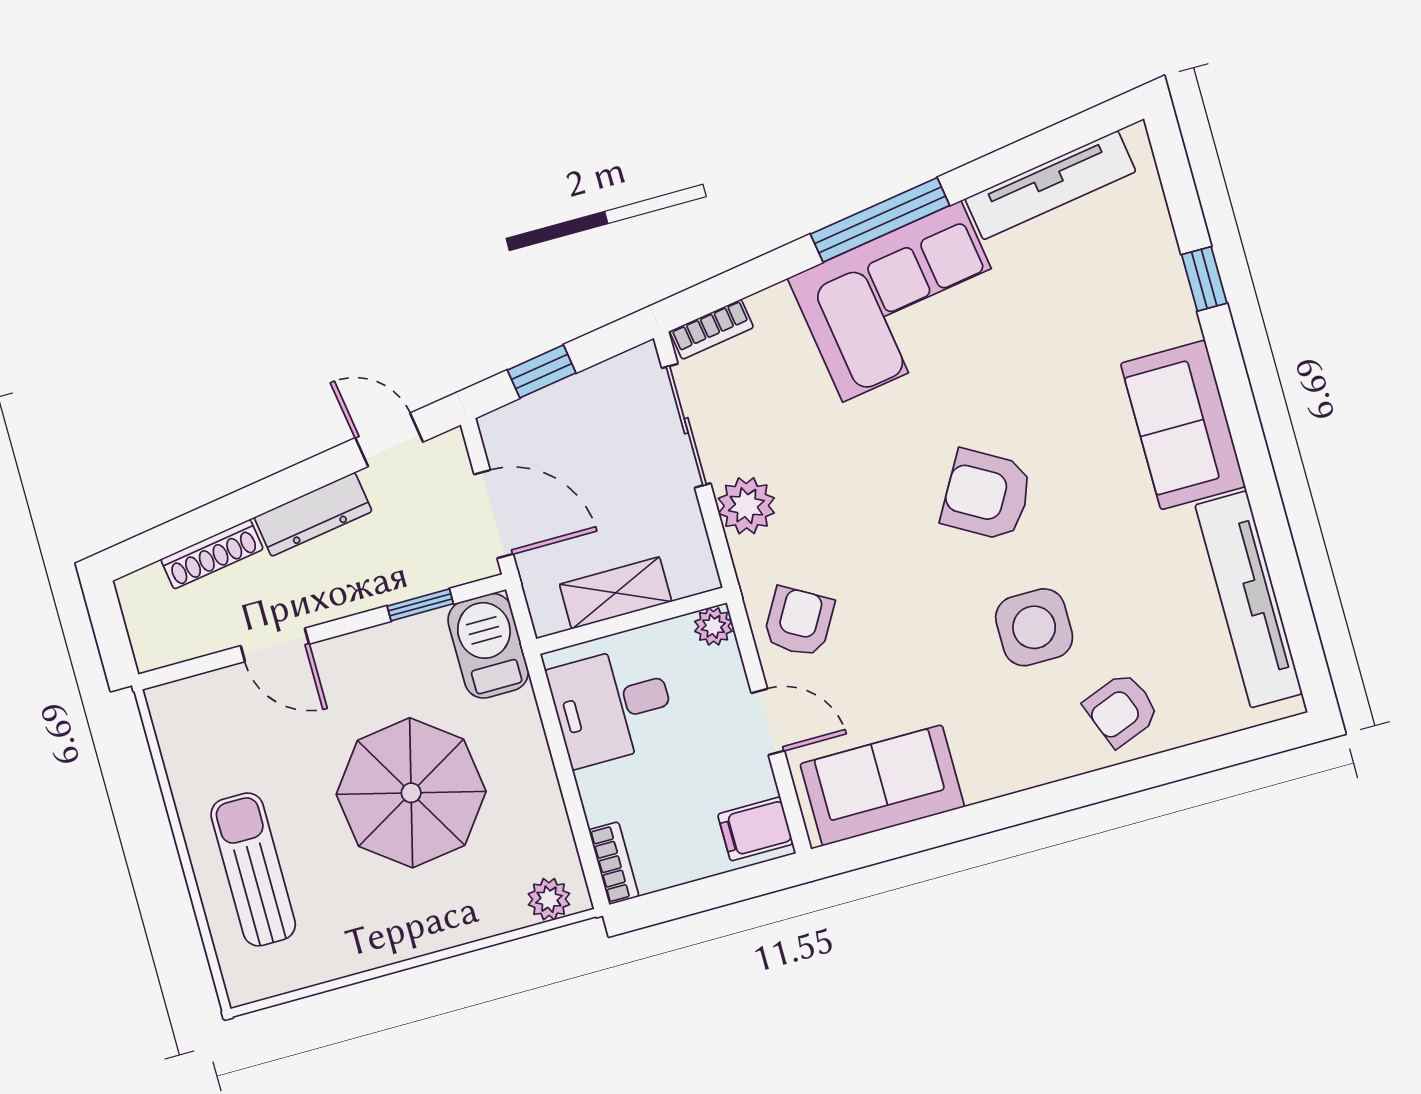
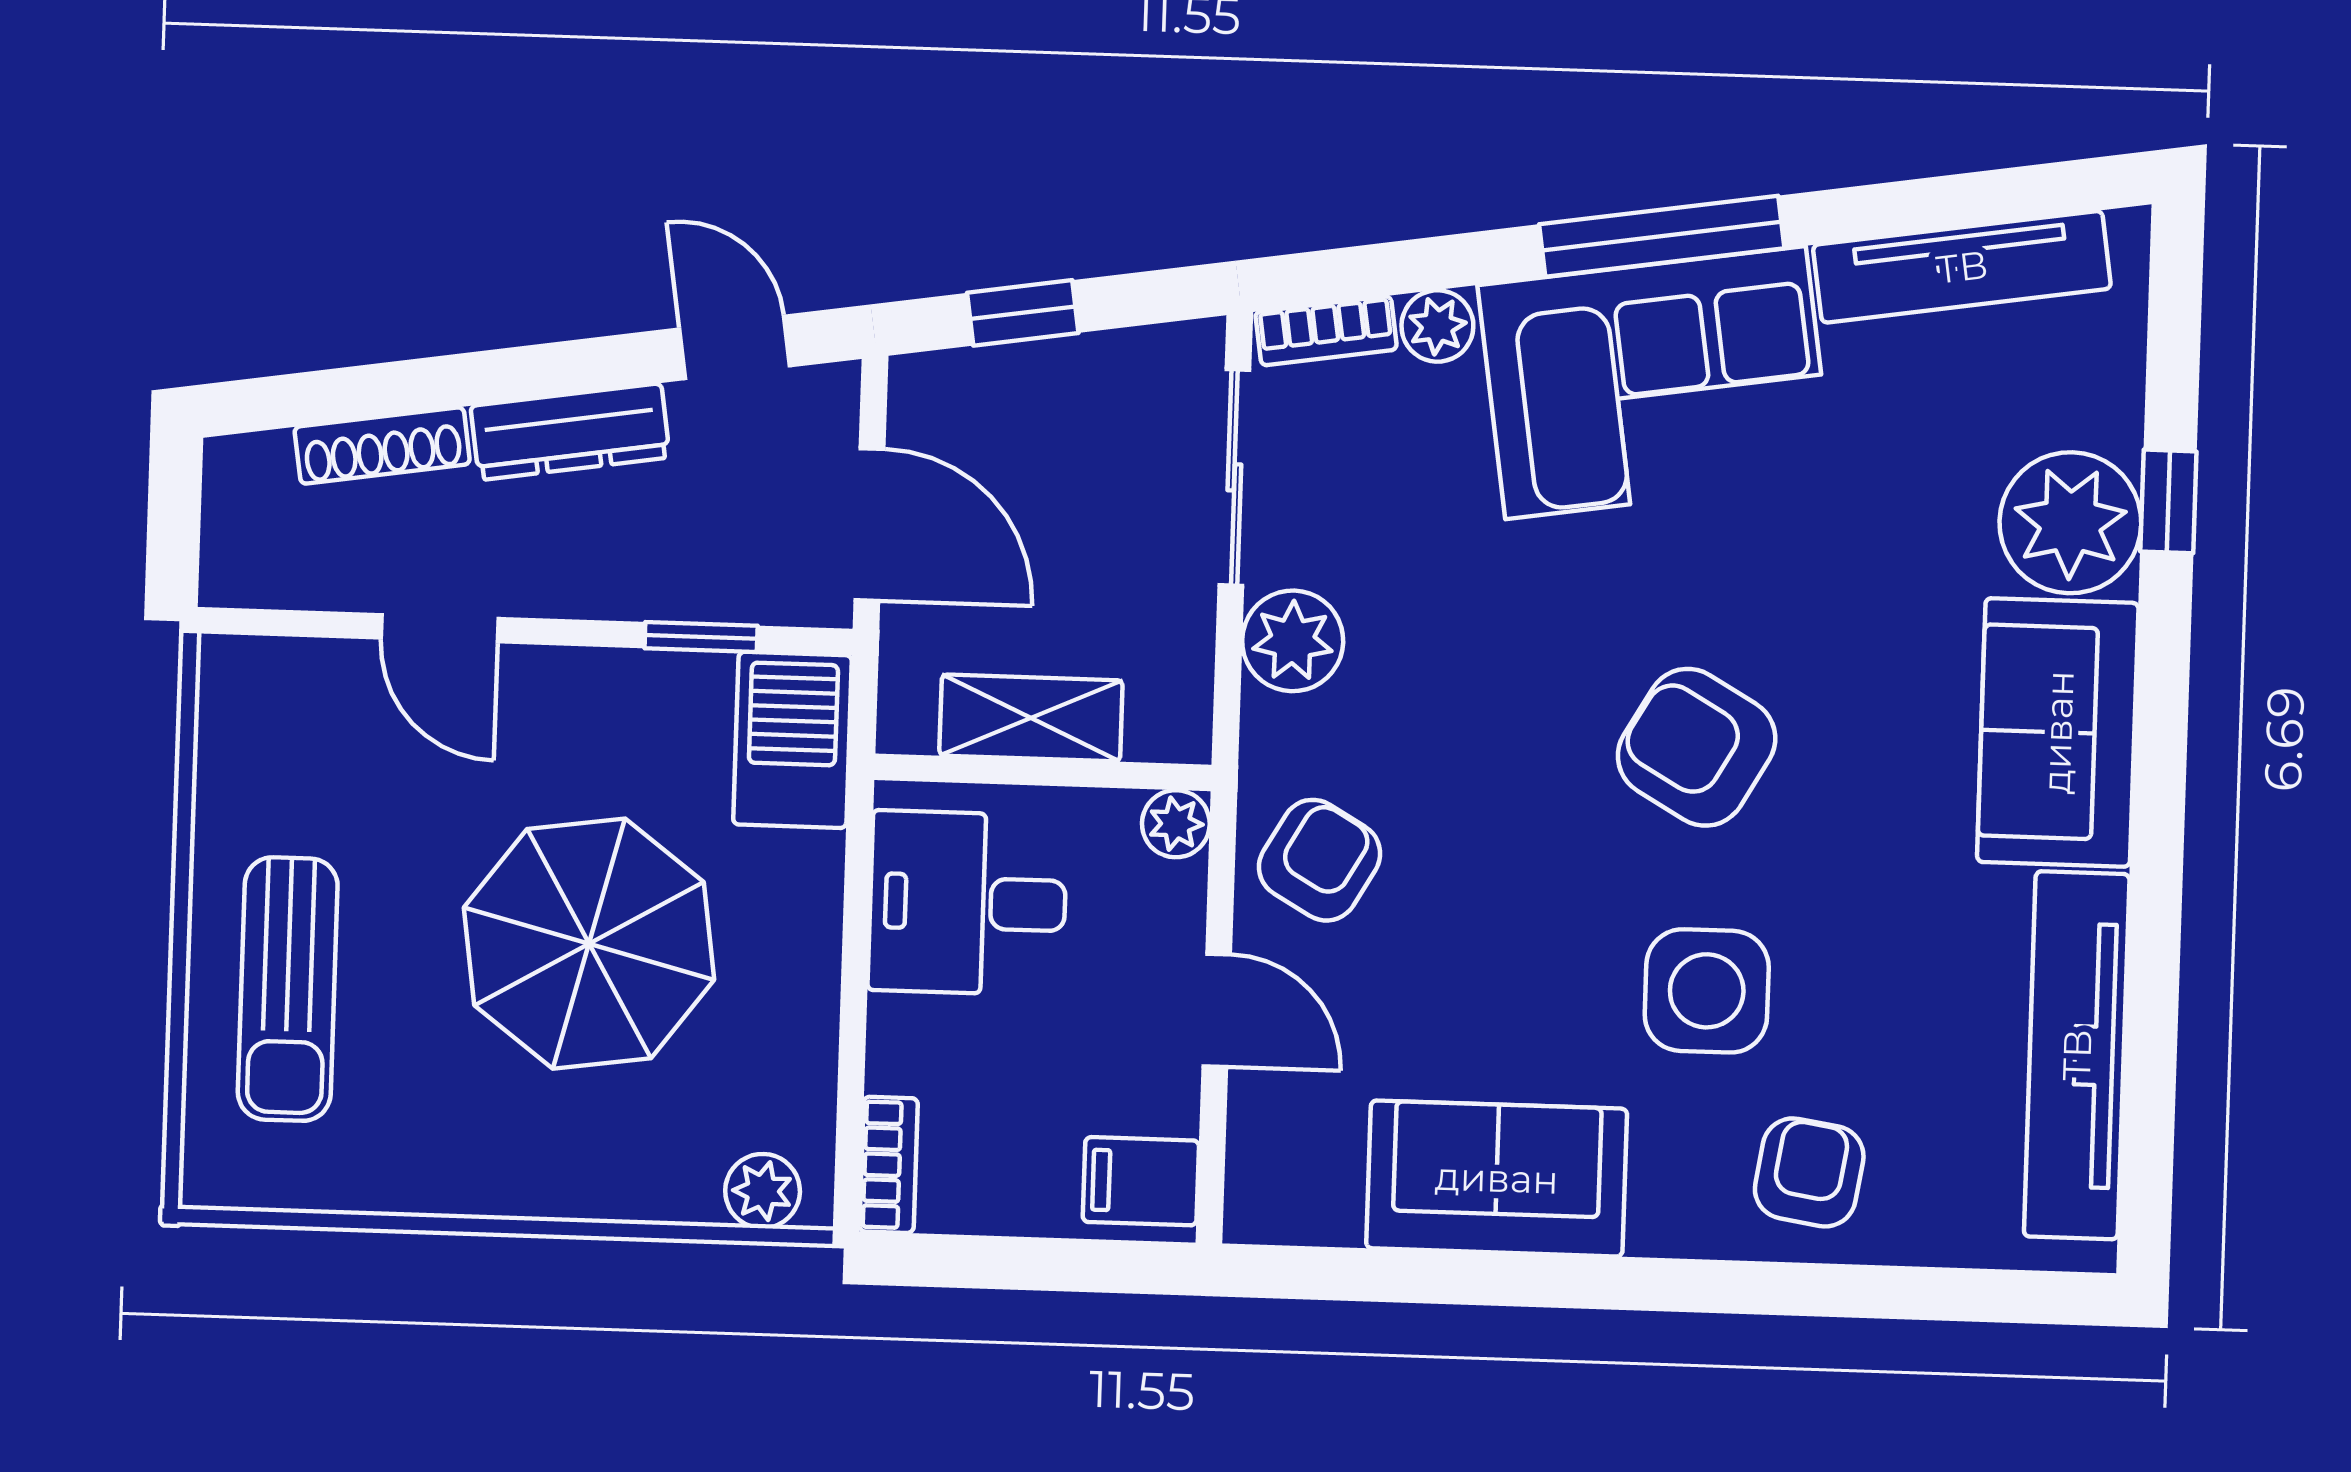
plant: (1154, 307) -> (2070, 523), added
plant: (772, 308) -> (1437, 326), added
armchair: (1122, 710) -> (1809, 1172), turned 120
sofa: (882, 785) -> (1497, 1178), moved
sun lounger: (253, 869) -> (288, 989), turned 180

